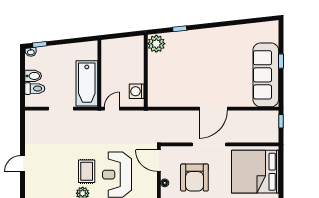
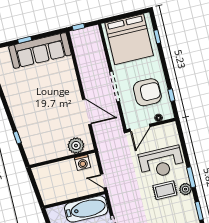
plant: (156, 44) -> (76, 146), moved
door: (213, 109) -> (87, 112), moved

